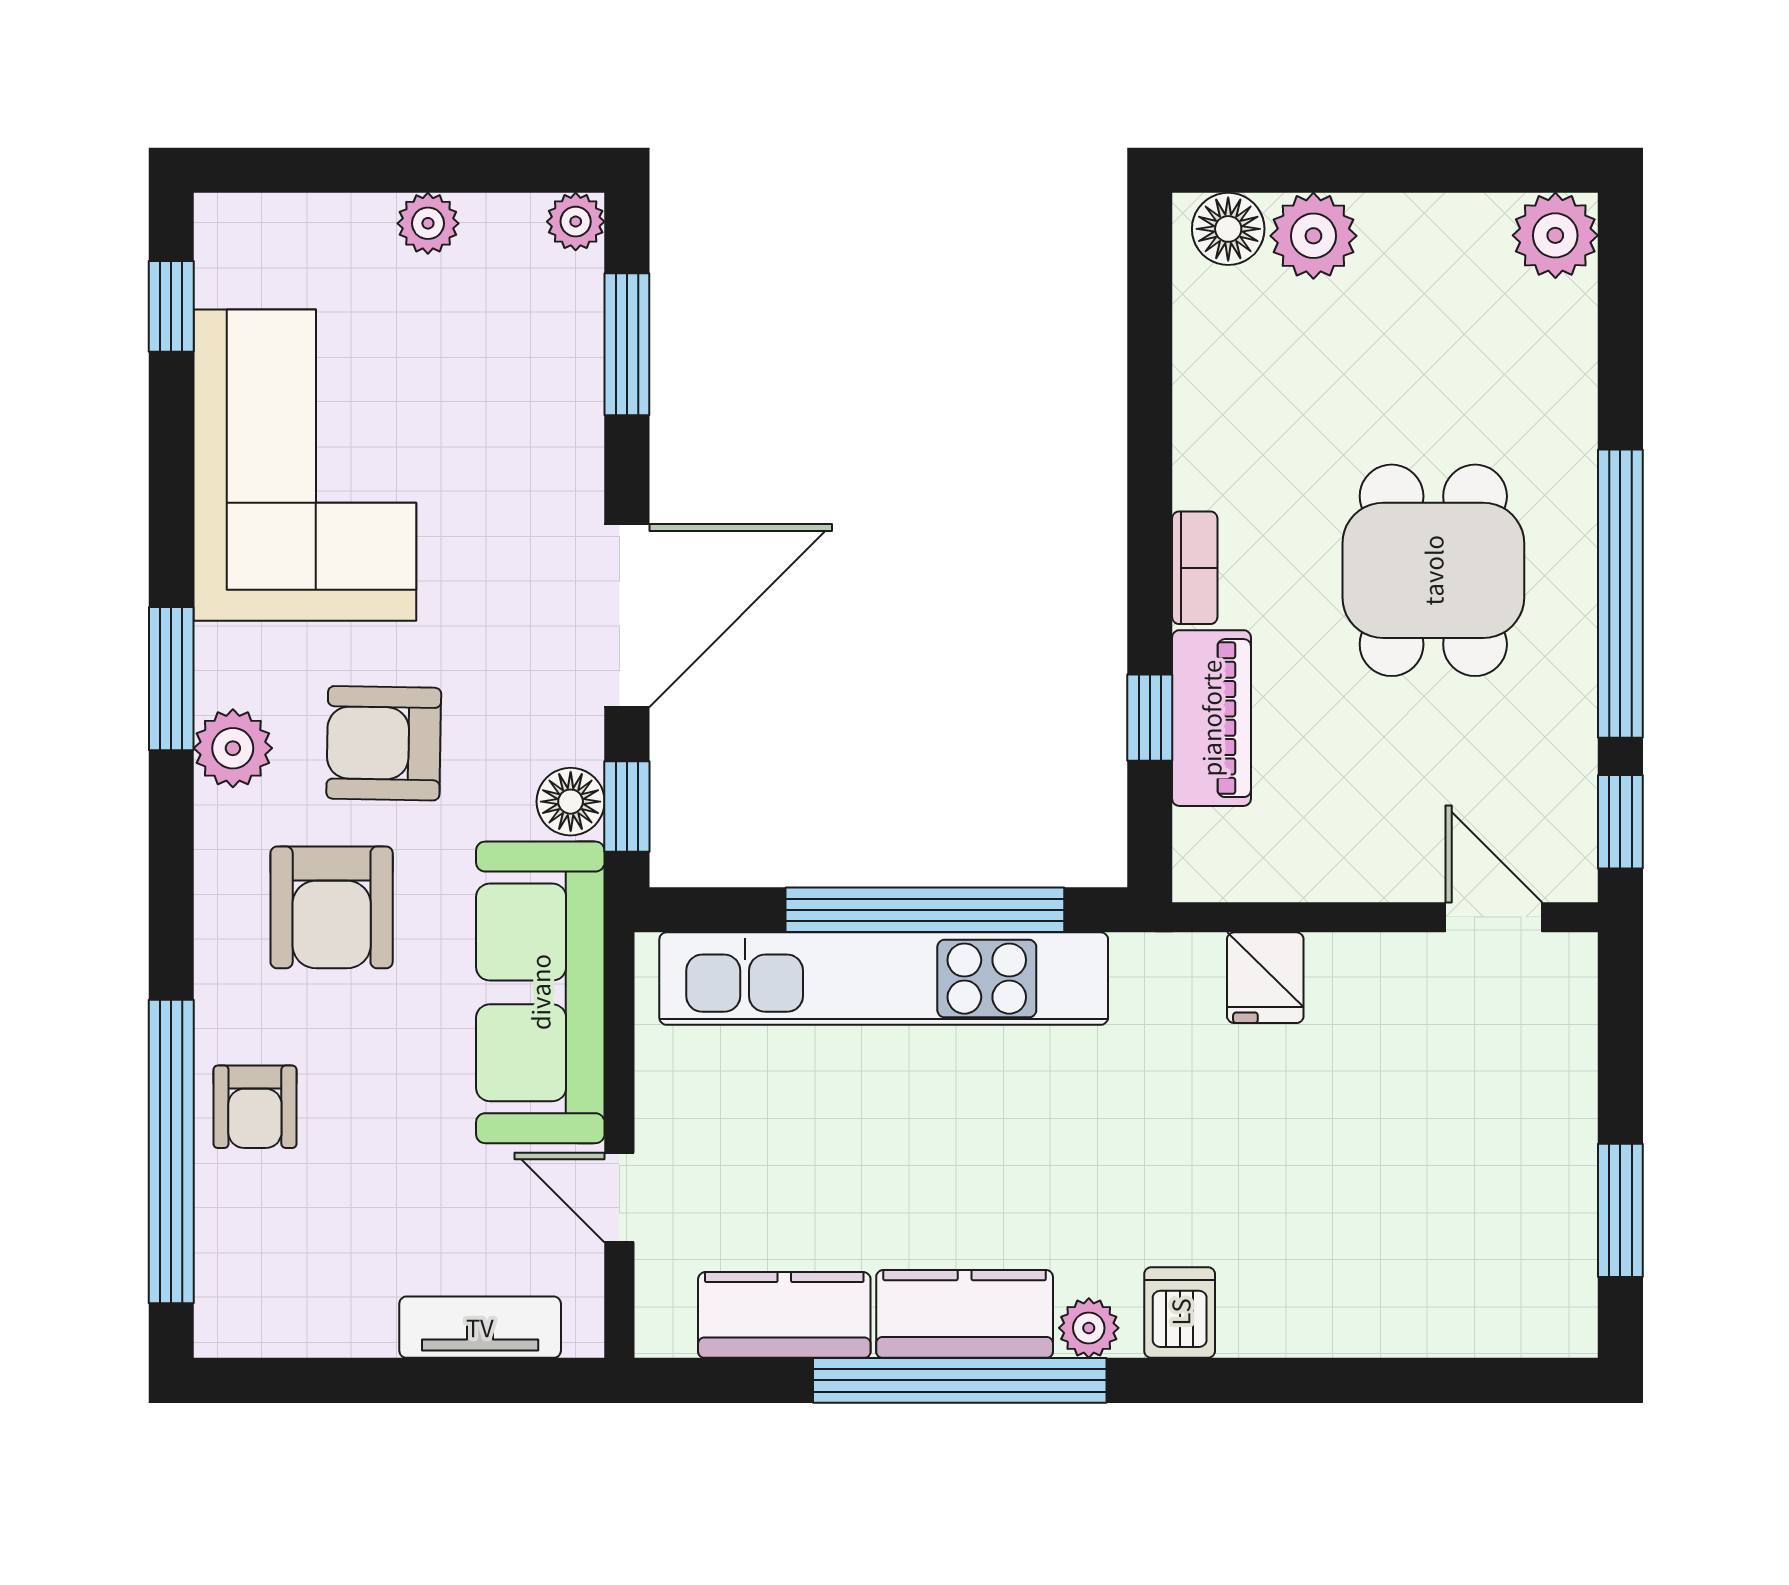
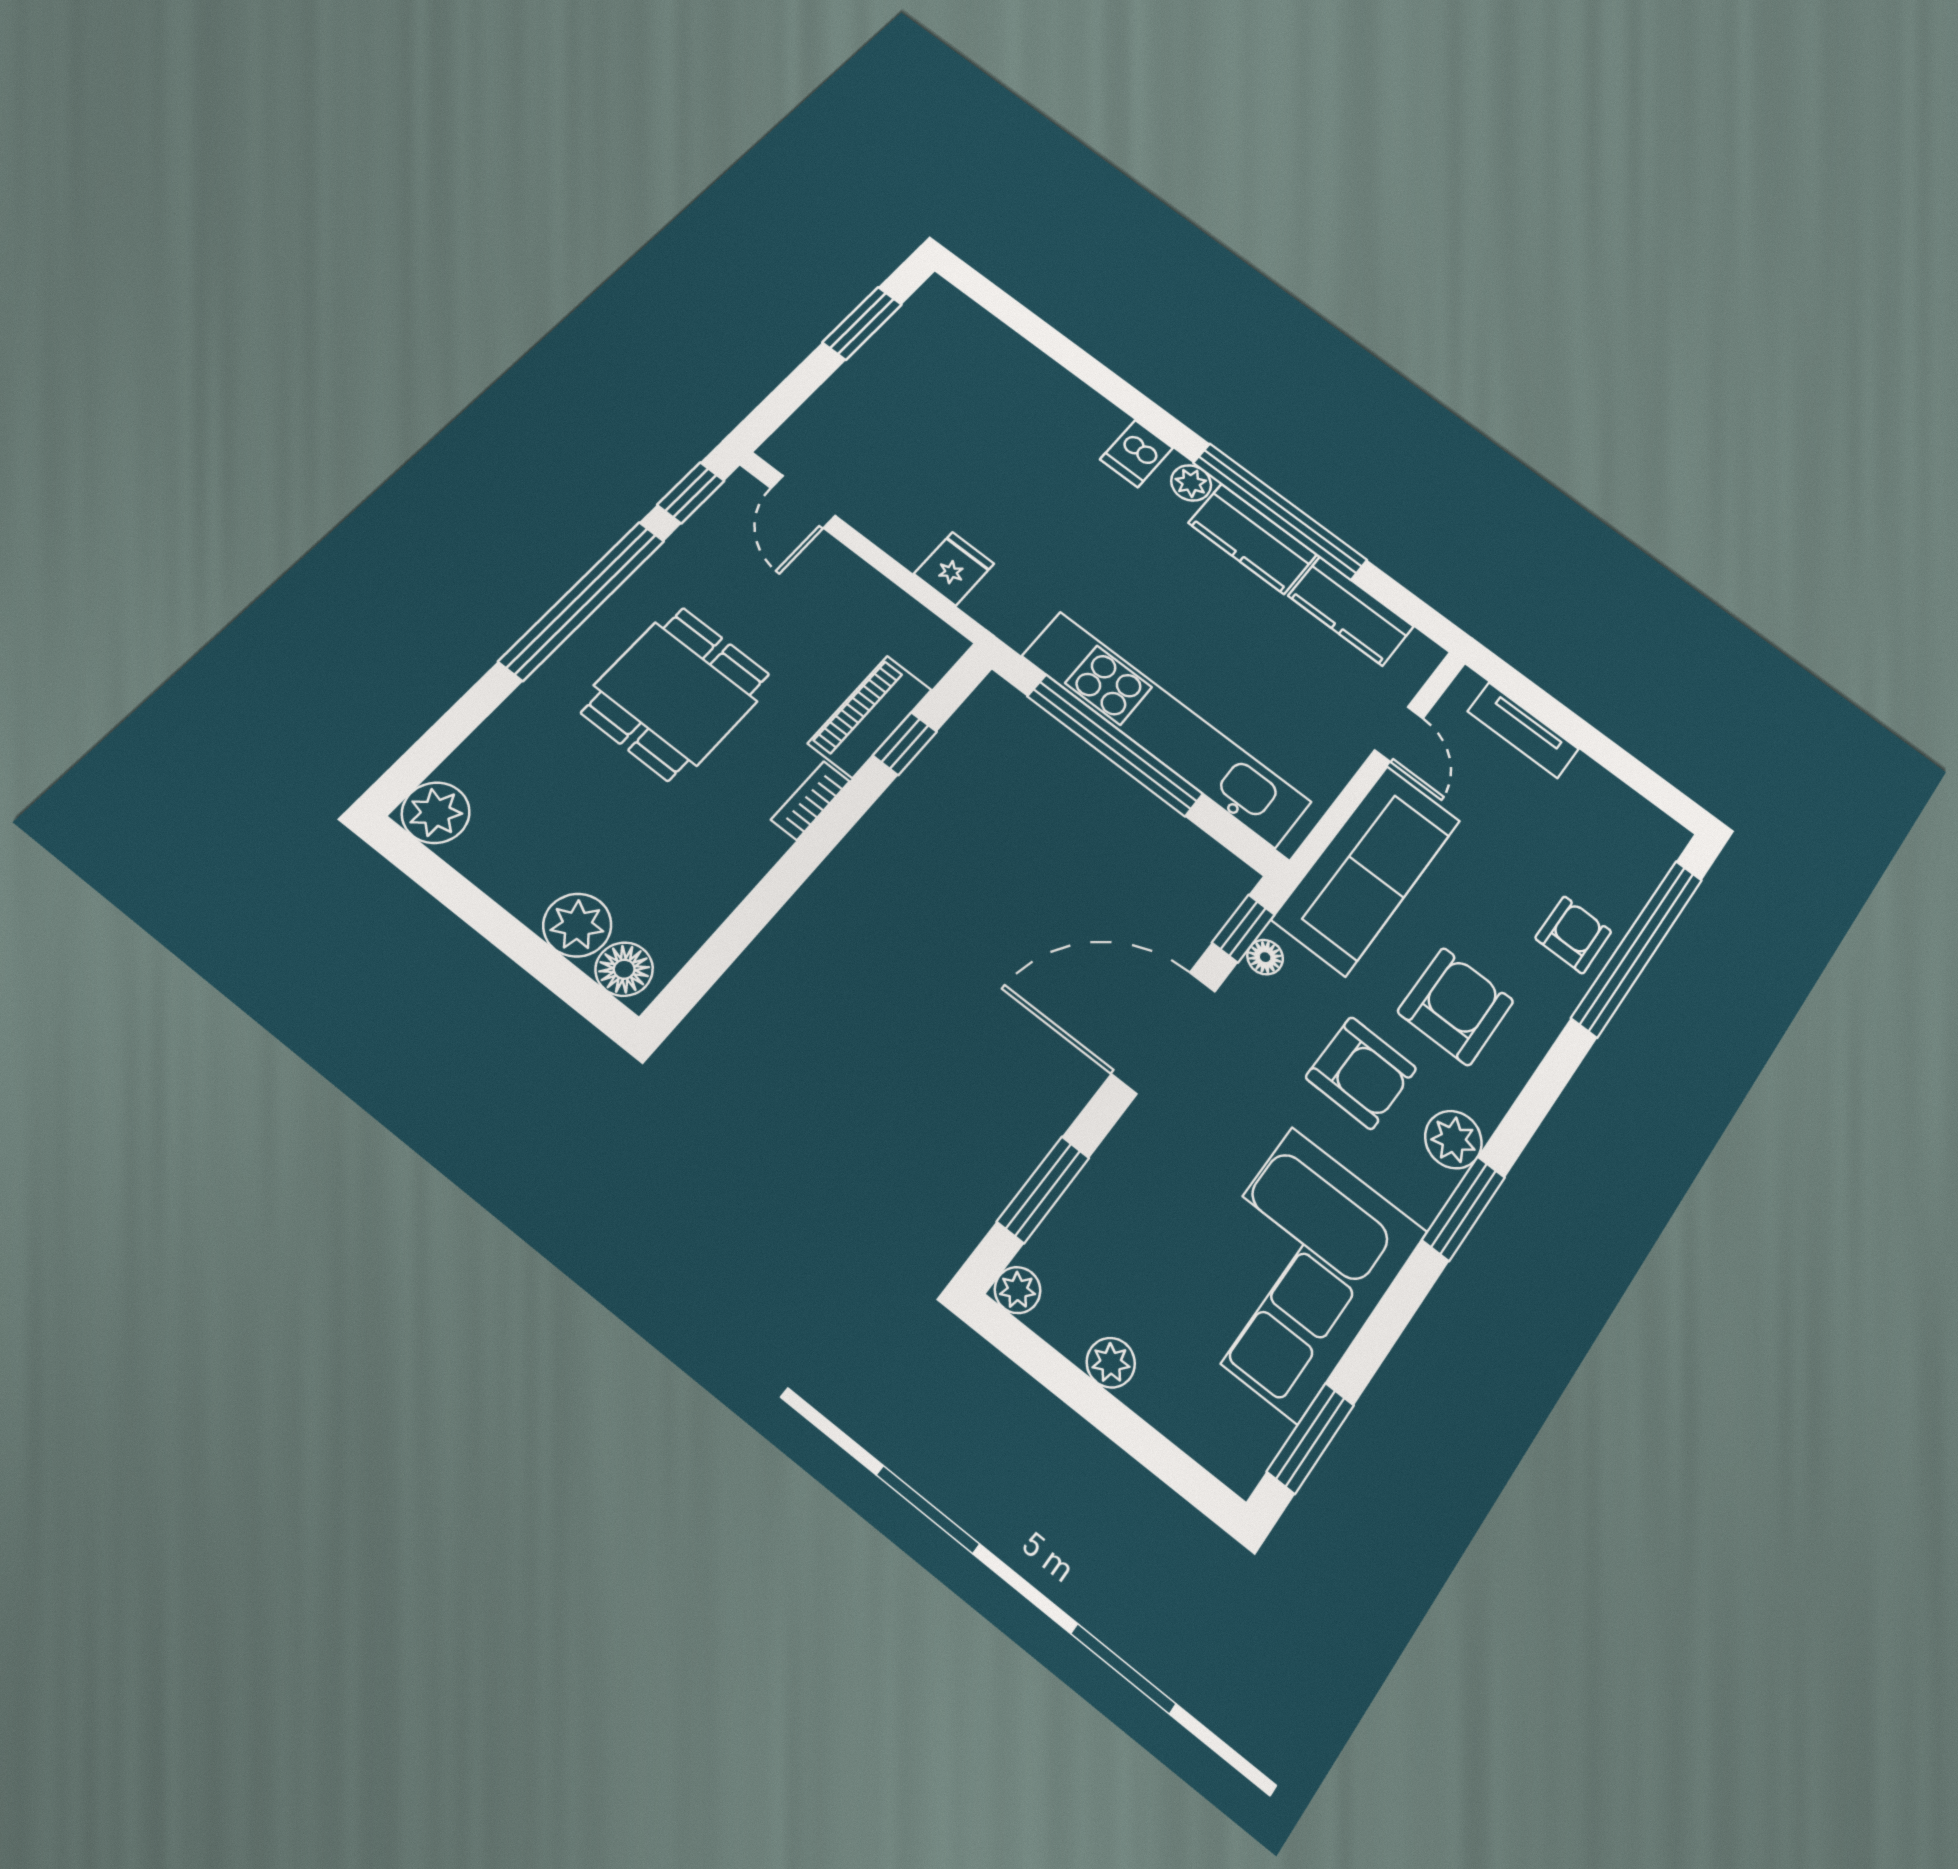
window: (171, 306) -> (1310, 1438), width x1.50
floor lamp: (571, 802) -> (1265, 957), width x0.73, depth x0.73

